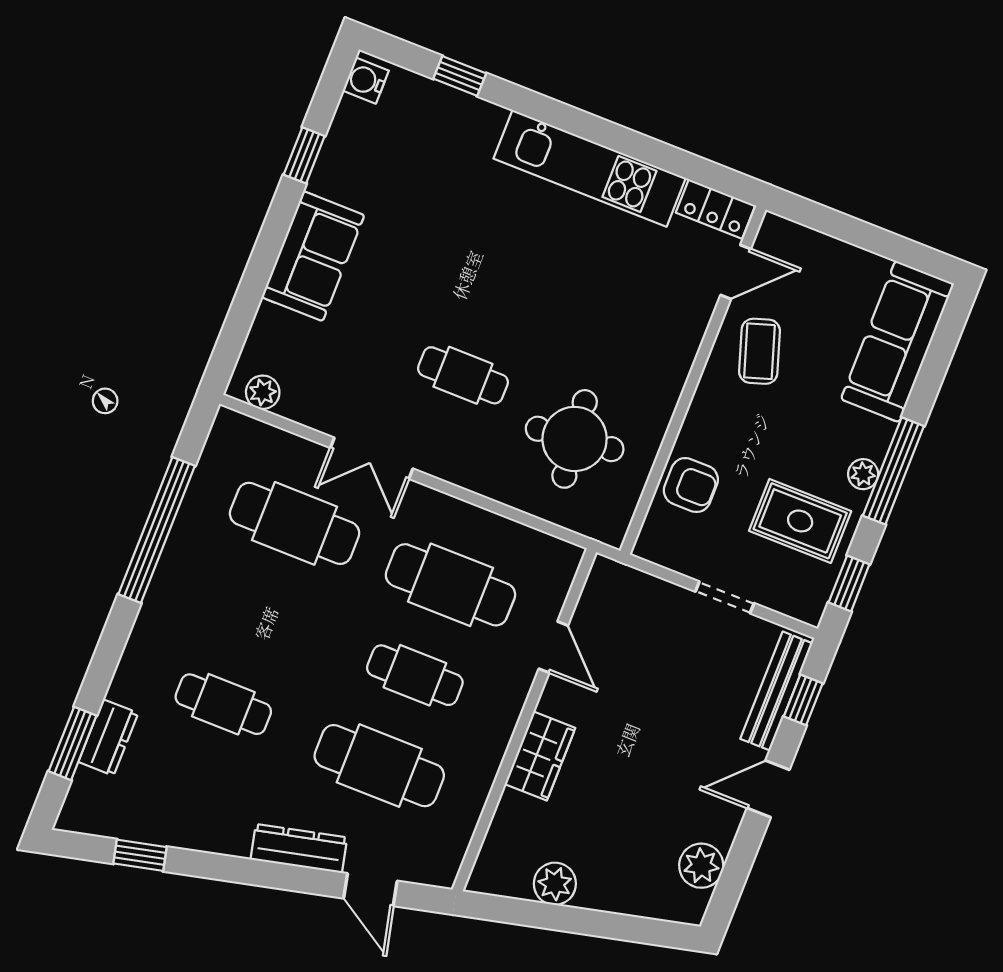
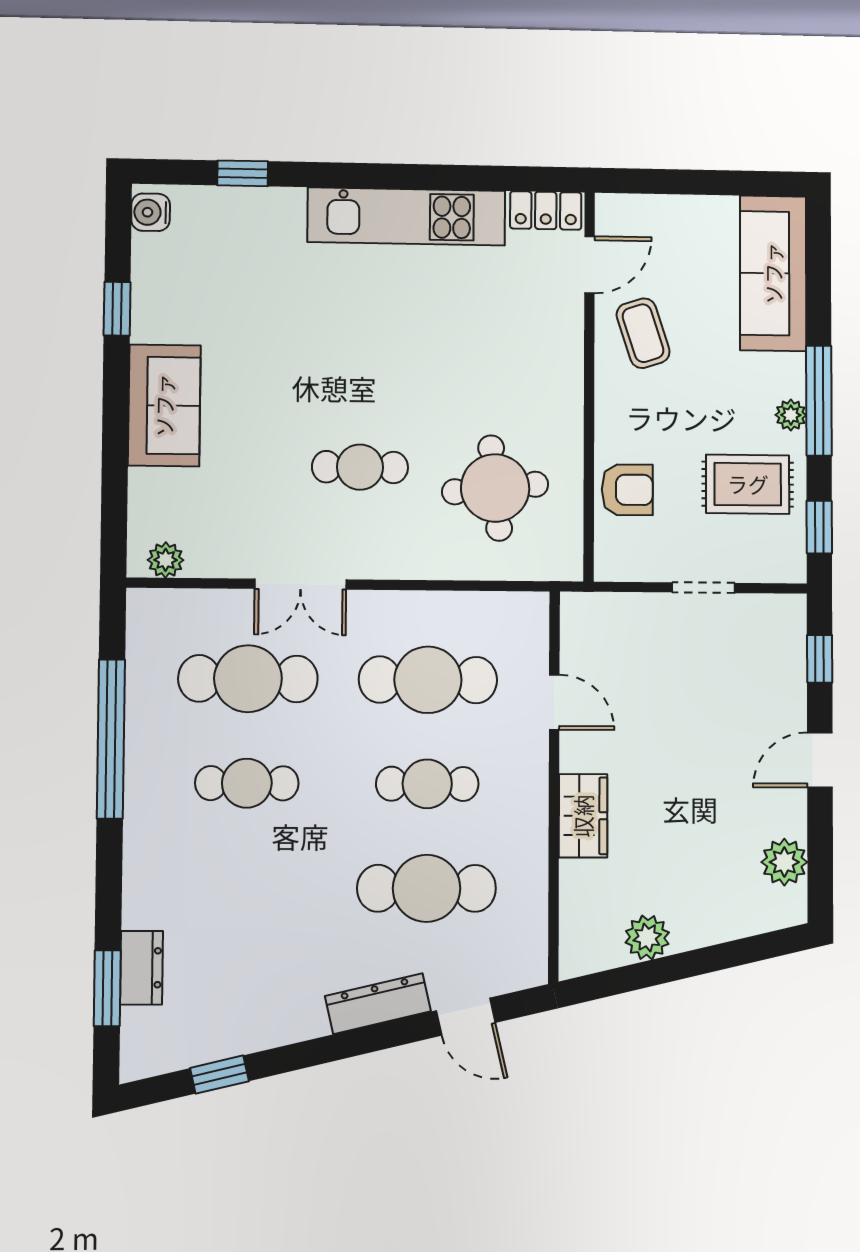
bench: (776, 691) -> (790, 660), removed
cafe table: (223, 704) -> (247, 783), moved

